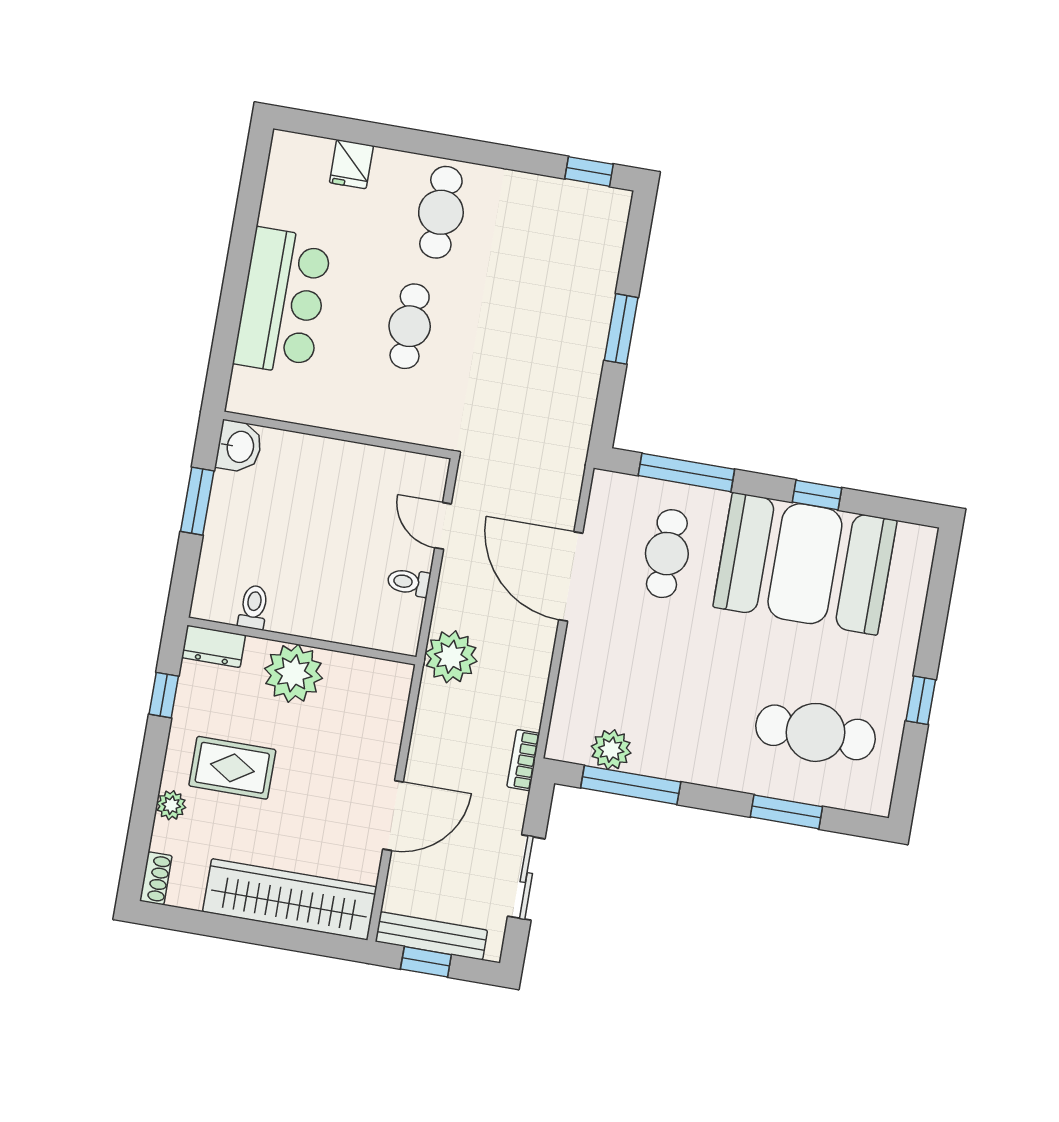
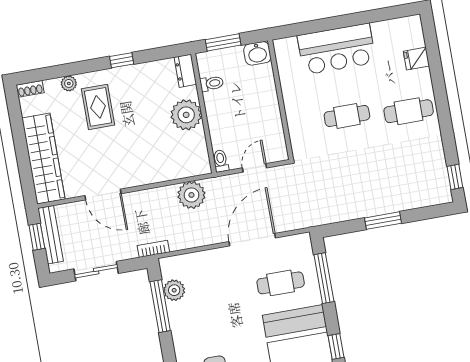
toilet: (253, 607) -> (212, 83), moved
wall: (302, 641) -> (204, 113), moved
dresser: (214, 646) -> (185, 71), moved
plant: (293, 673) -> (186, 115), moved

